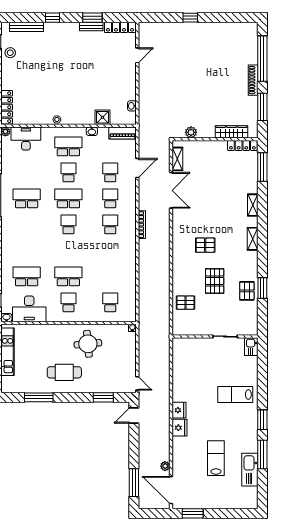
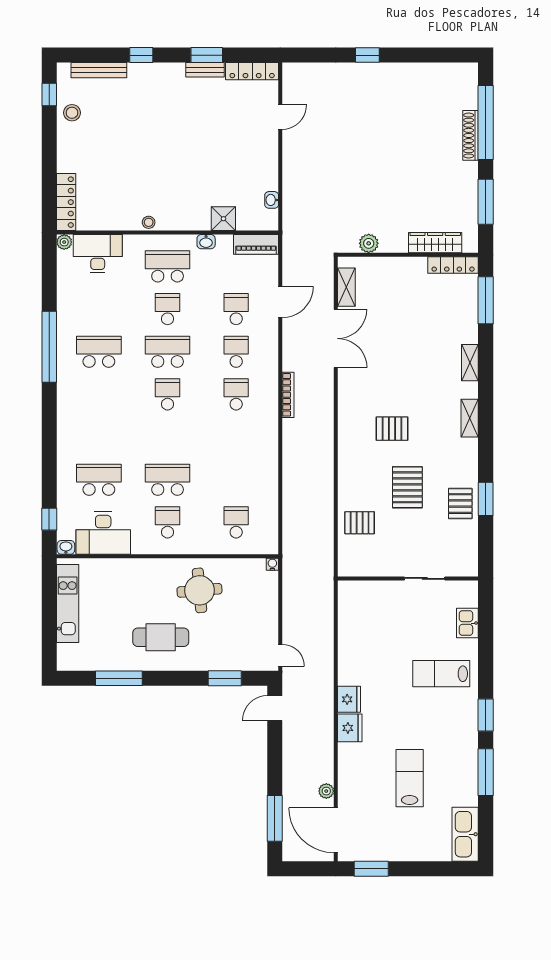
shoe rack: (253, 80) -> (471, 135), moved
kitchen sink: (251, 347) -> (467, 623), moved
kitchen sink: (250, 470) -> (465, 834), moved

